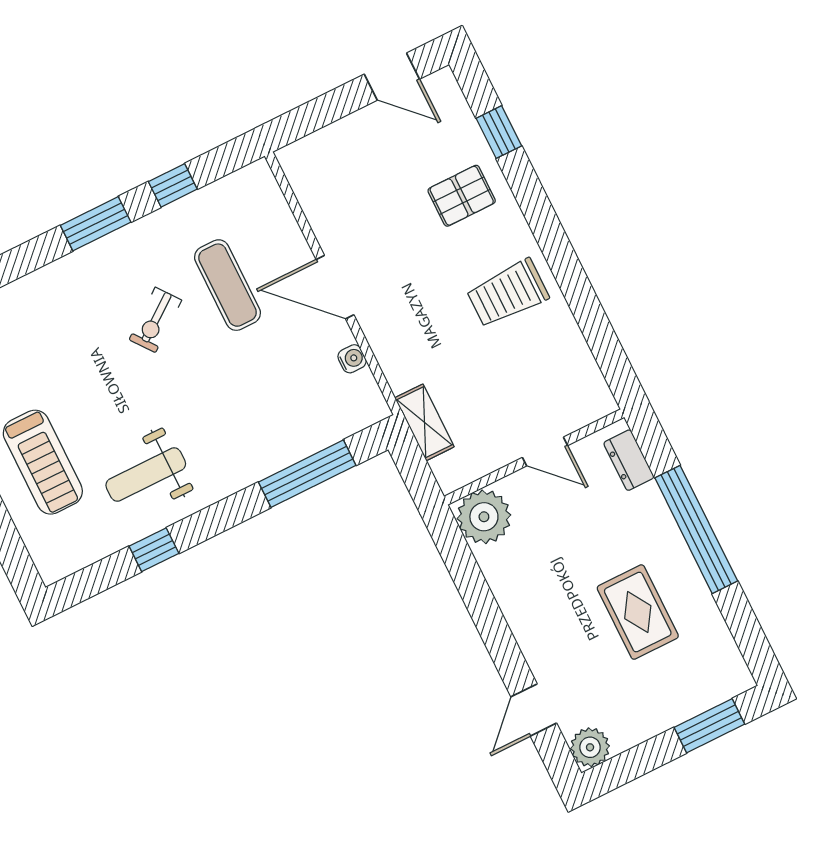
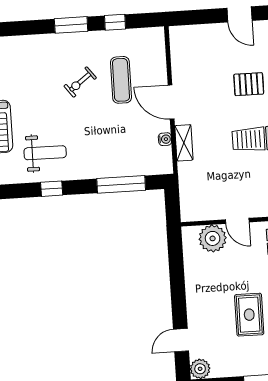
shelving: (425, 422) -> (184, 143), moved
weight bench: (146, 475) -> (45, 153), turned 180
plant: (484, 517) -> (213, 238), moved
window: (154, 550) -> (52, 189), moved

